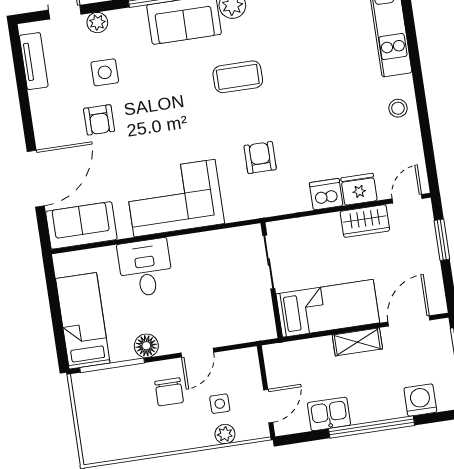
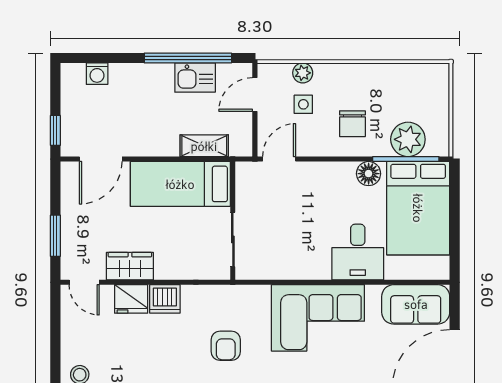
door: (407, 199) -> (84, 282), hinge flipped
bed: (83, 321) -> (418, 208), width x1.50
shelving: (357, 342) -> (204, 146), moved
door: (197, 353) -> (279, 159), moved
plant: (113, 385) -> (408, 139), added
chair: (169, 392) -> (352, 124), turned 180
washing machine: (420, 400) -> (97, 74), width x0.73, depth x0.73
window: (372, 427) -> (188, 58), moved

